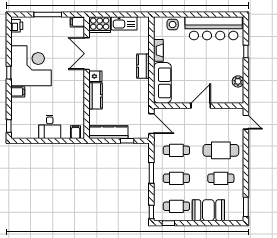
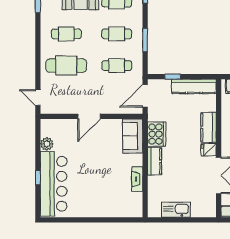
cooker: (100, 25) -> (157, 134), moved, turned 90
side table: (173, 25) -> (121, 208), removed
bar counter: (214, 28) -> (54, 184), moved, turned 90
sofa: (162, 83) -> (133, 136), width x0.73
door: (151, 124) -> (145, 96), hinge flipped

